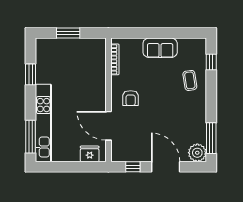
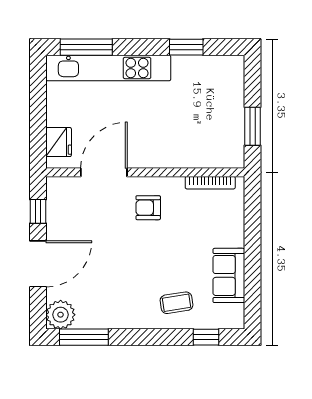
window: (68, 33) -> (253, 126), moved
sofa: (160, 48) -> (229, 275), moved

